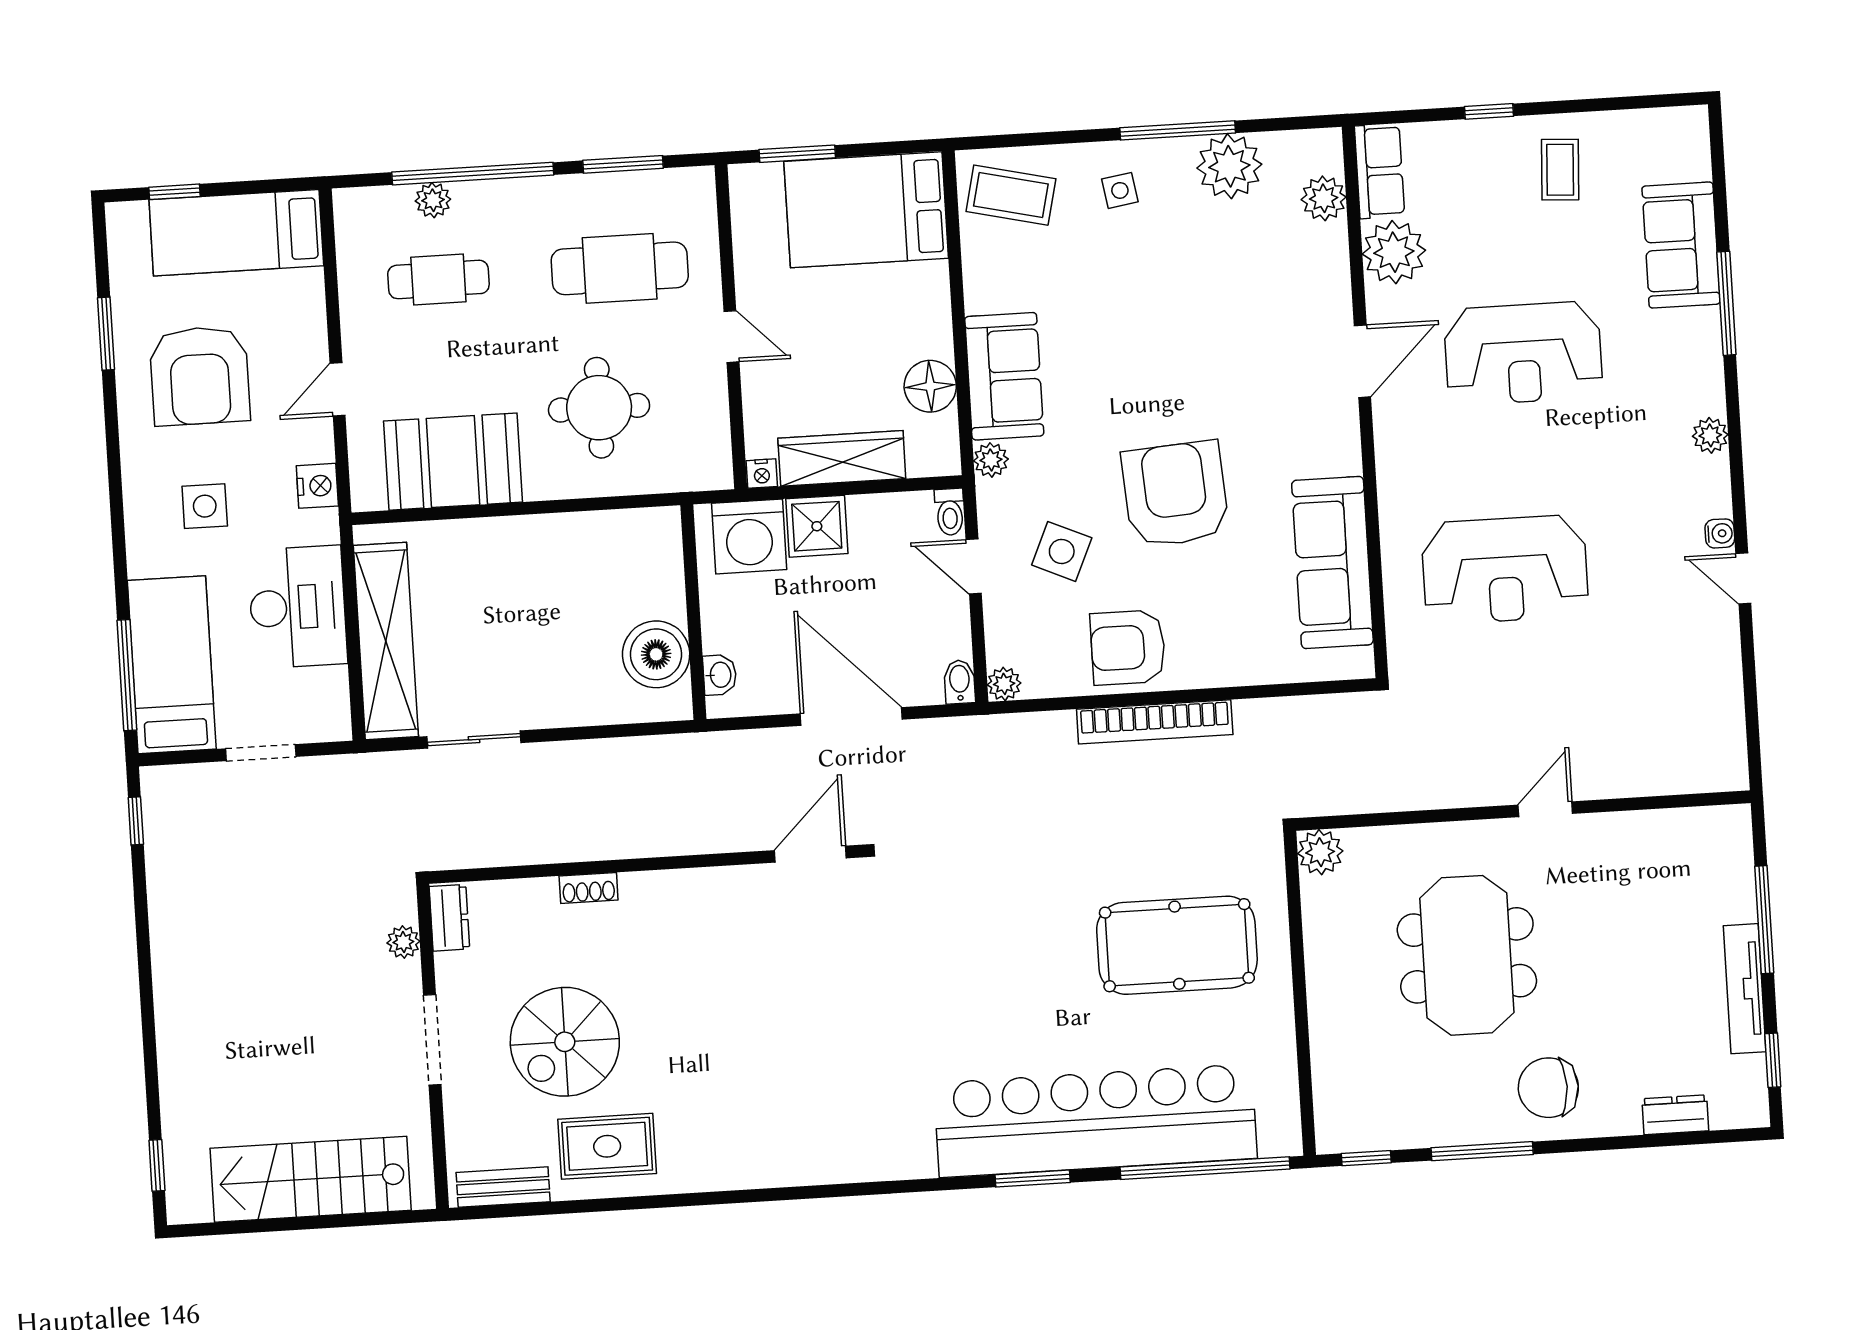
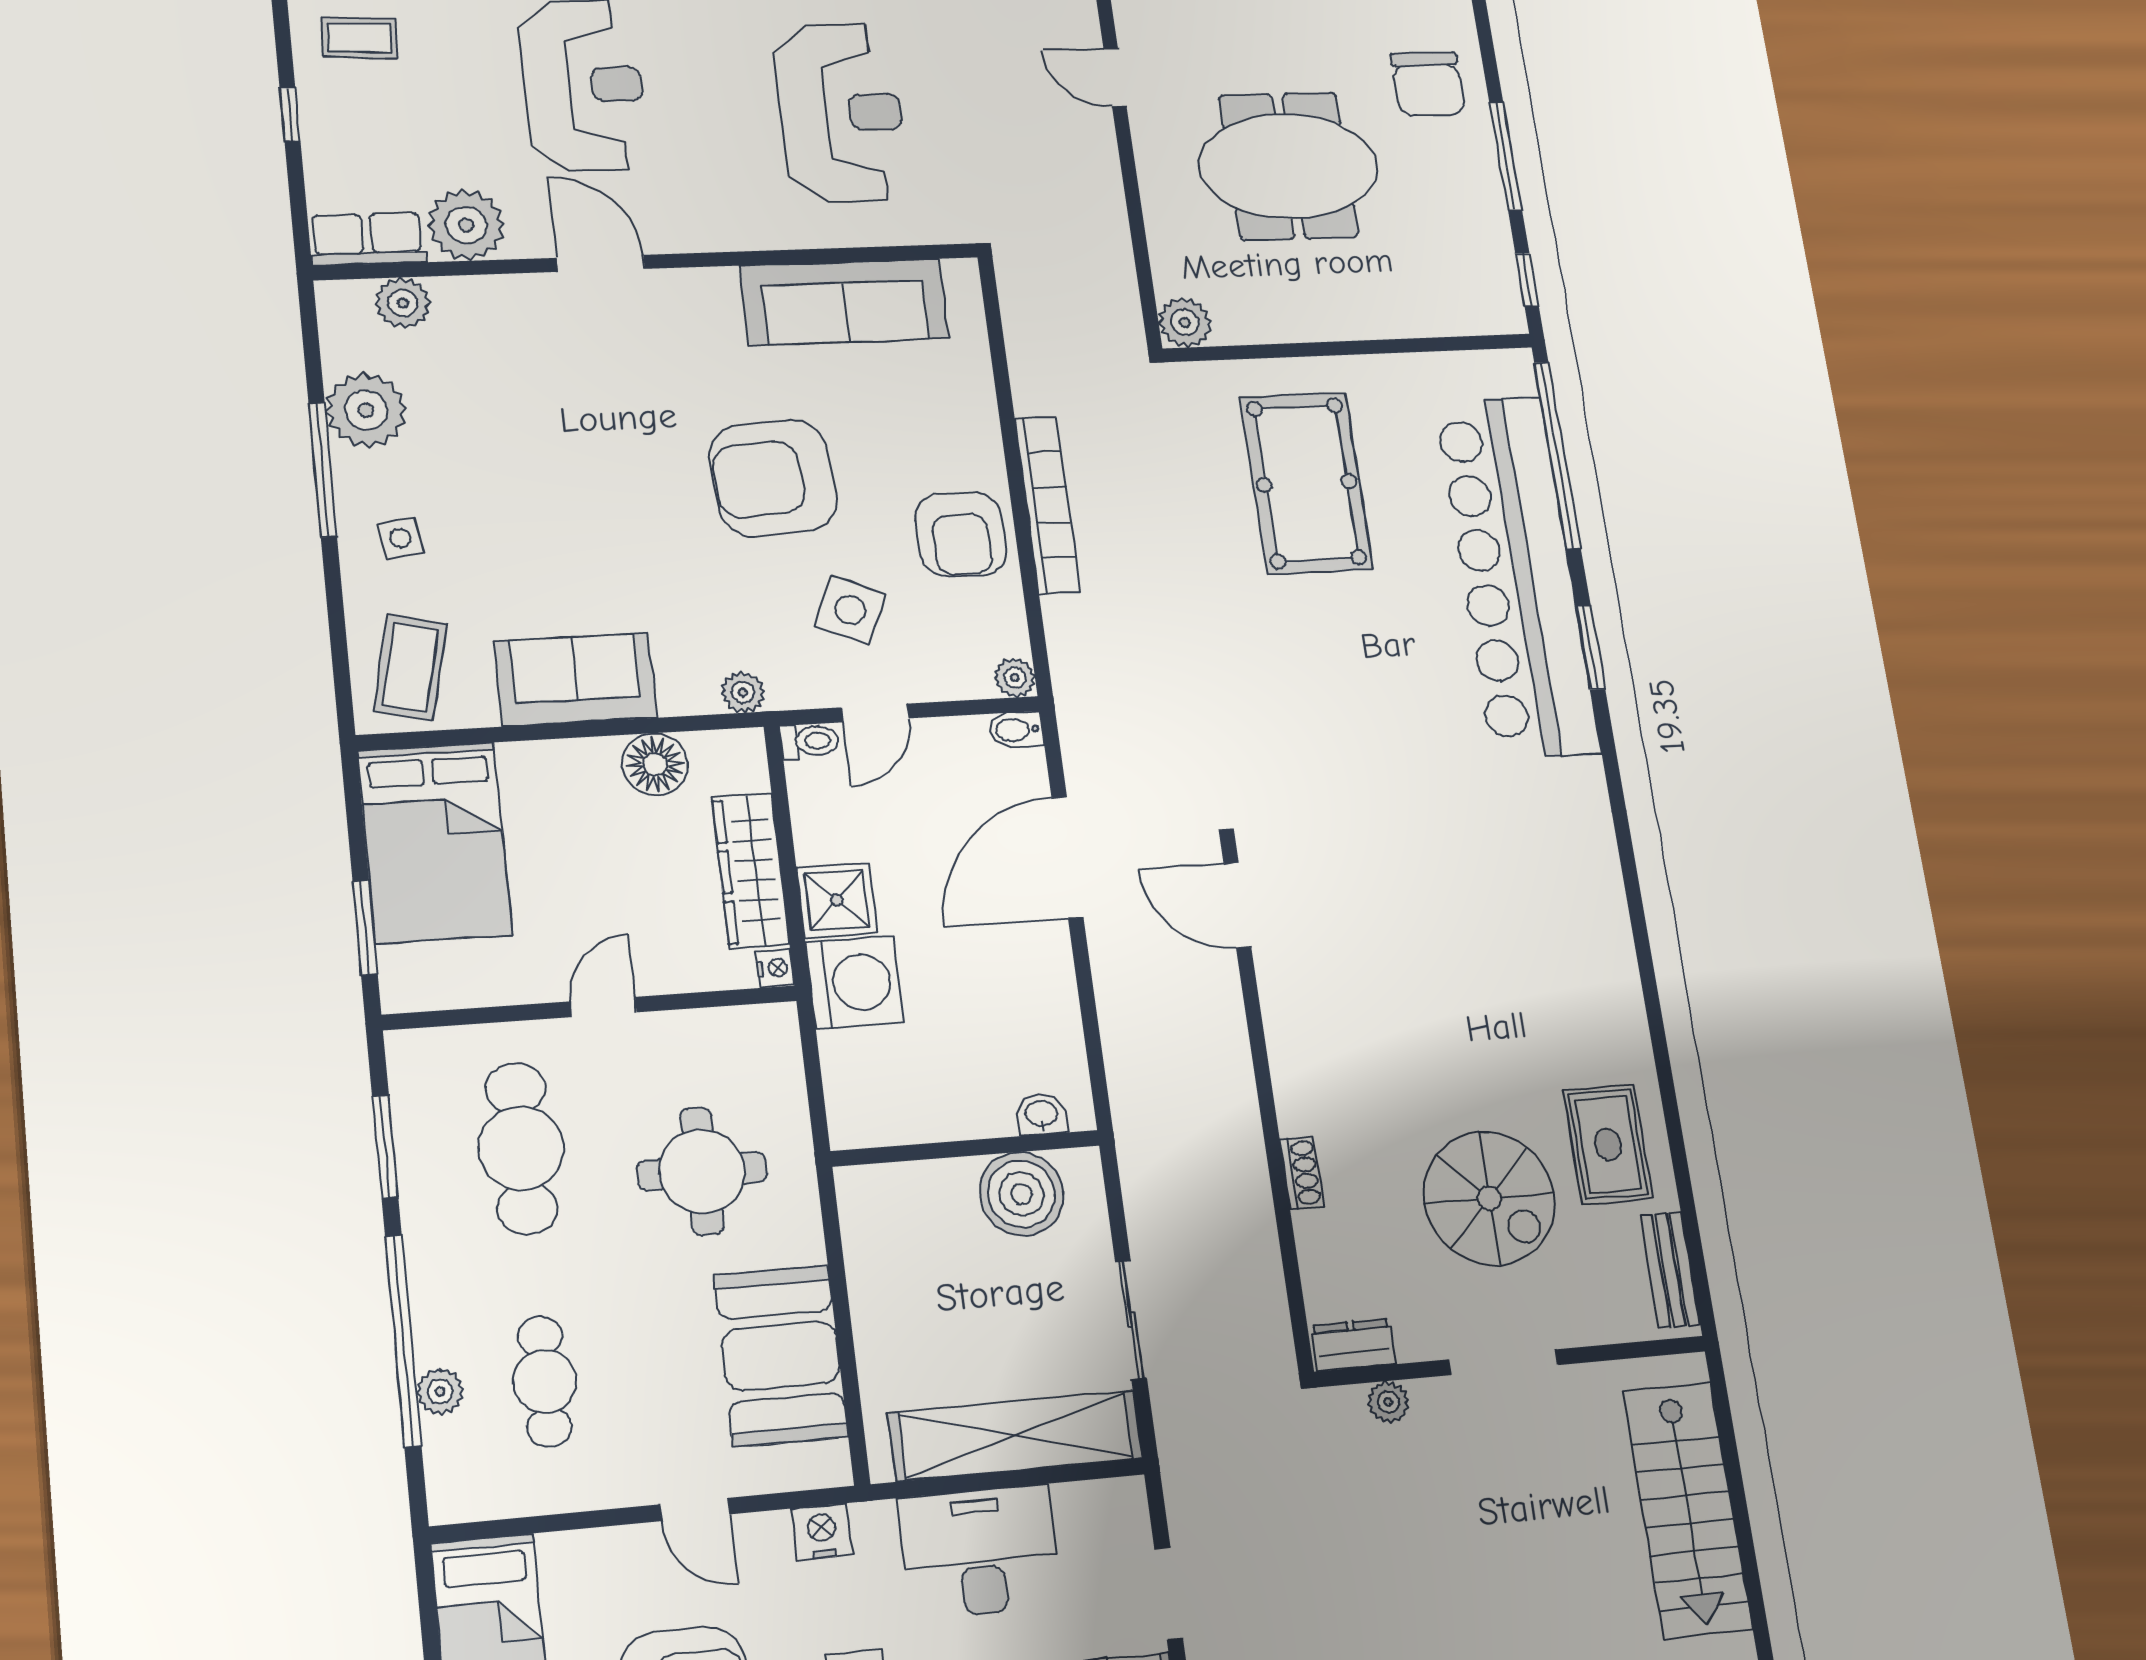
sofa: (1004, 376) -> (576, 680), moved
wall: (693, 612) -> (966, 1148), moved
boiler: (656, 654) -> (1021, 1194), moved
washbasin: (720, 675) -> (1041, 1114), moved

